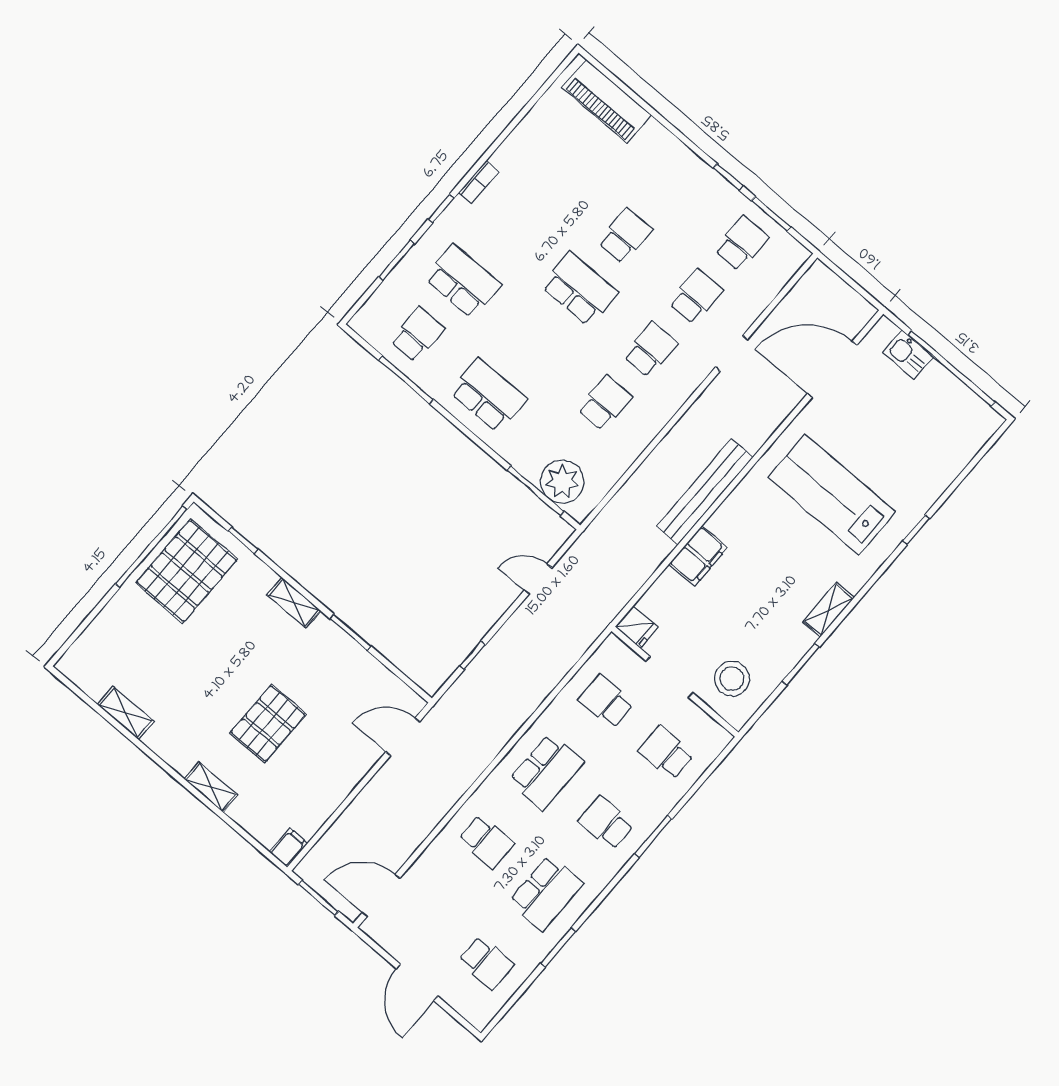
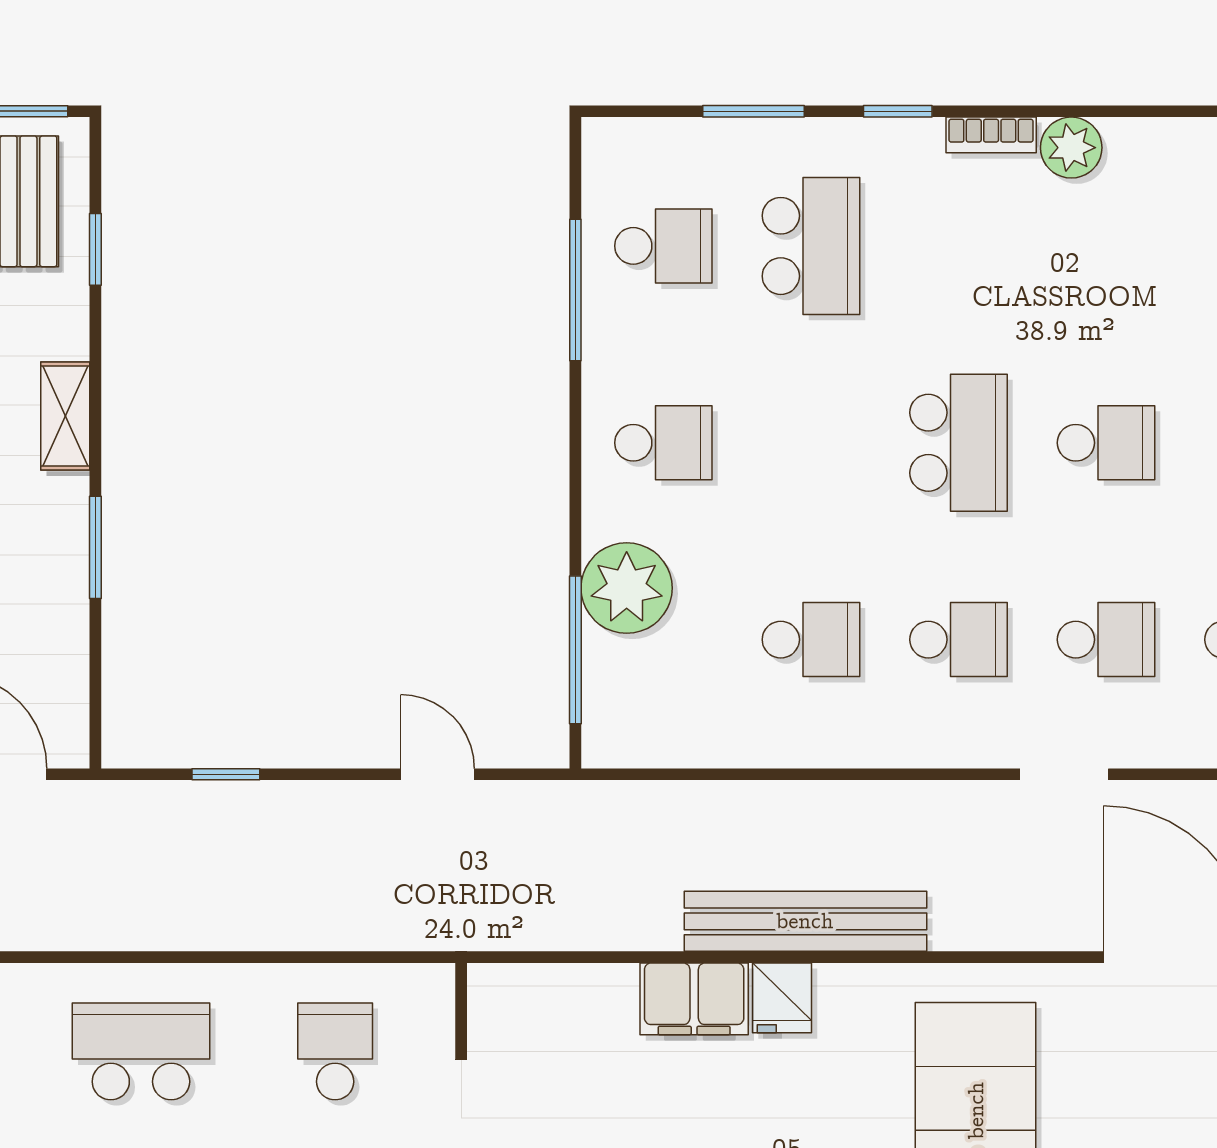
plant: (508, 157) -> (1071, 148), added
school desk: (488, 395) -> (663, 443), width x0.54
plant: (562, 482) -> (627, 588), moved
fridge: (637, 627) -> (782, 998), moved
school desk: (546, 772) -> (141, 1051), turned 180

